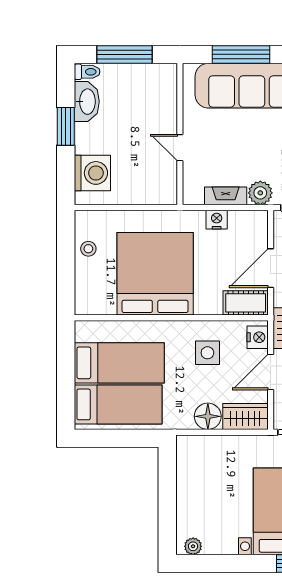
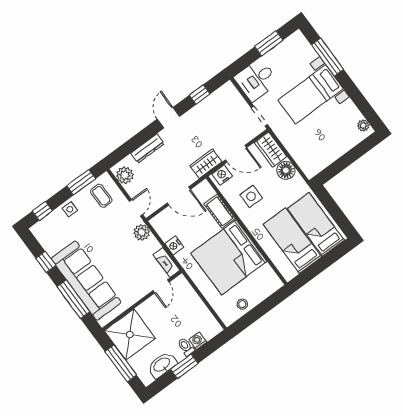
toilet: (87, 72) -> (186, 347), moved
shower: (150, 90) -> (130, 335), added
door: (180, 148) -> (161, 286), moved
washing machine: (92, 173) -> (198, 341), width x0.53, depth x0.53
fireplace: (226, 196) -> (166, 262), moved
cot: (246, 303) -> (220, 211), moved

